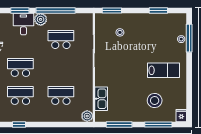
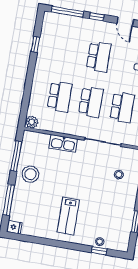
window: (189, 38) -> (99, 251), width x0.46
school desk: (20, 95) -> (91, 102), moved
kitchen sink: (101, 99) -> (63, 143), moved
stool: (155, 101) -> (30, 174), moved

